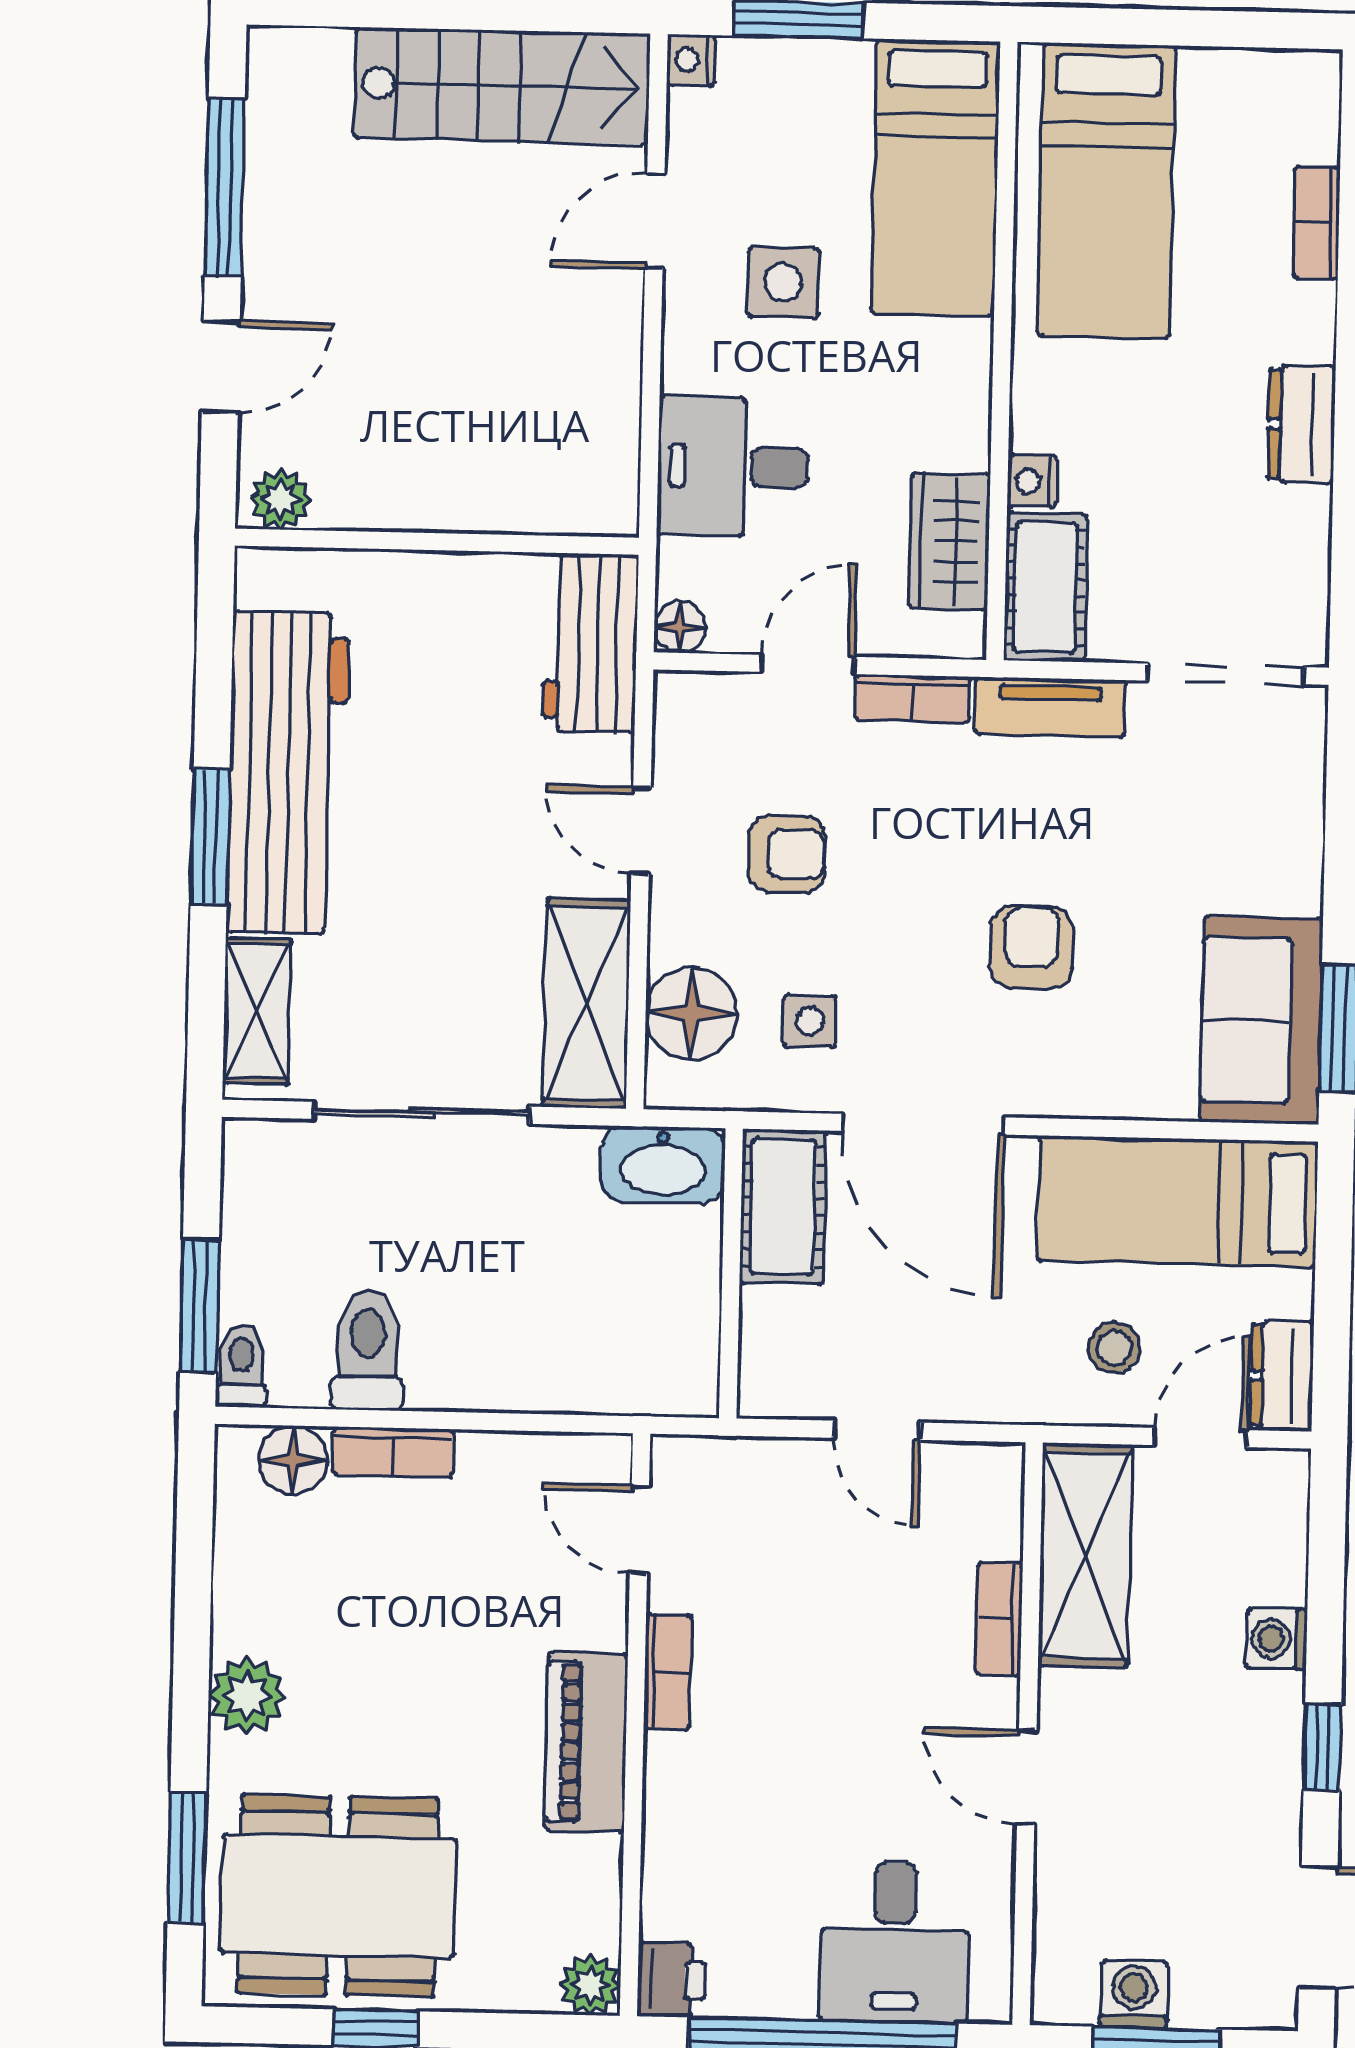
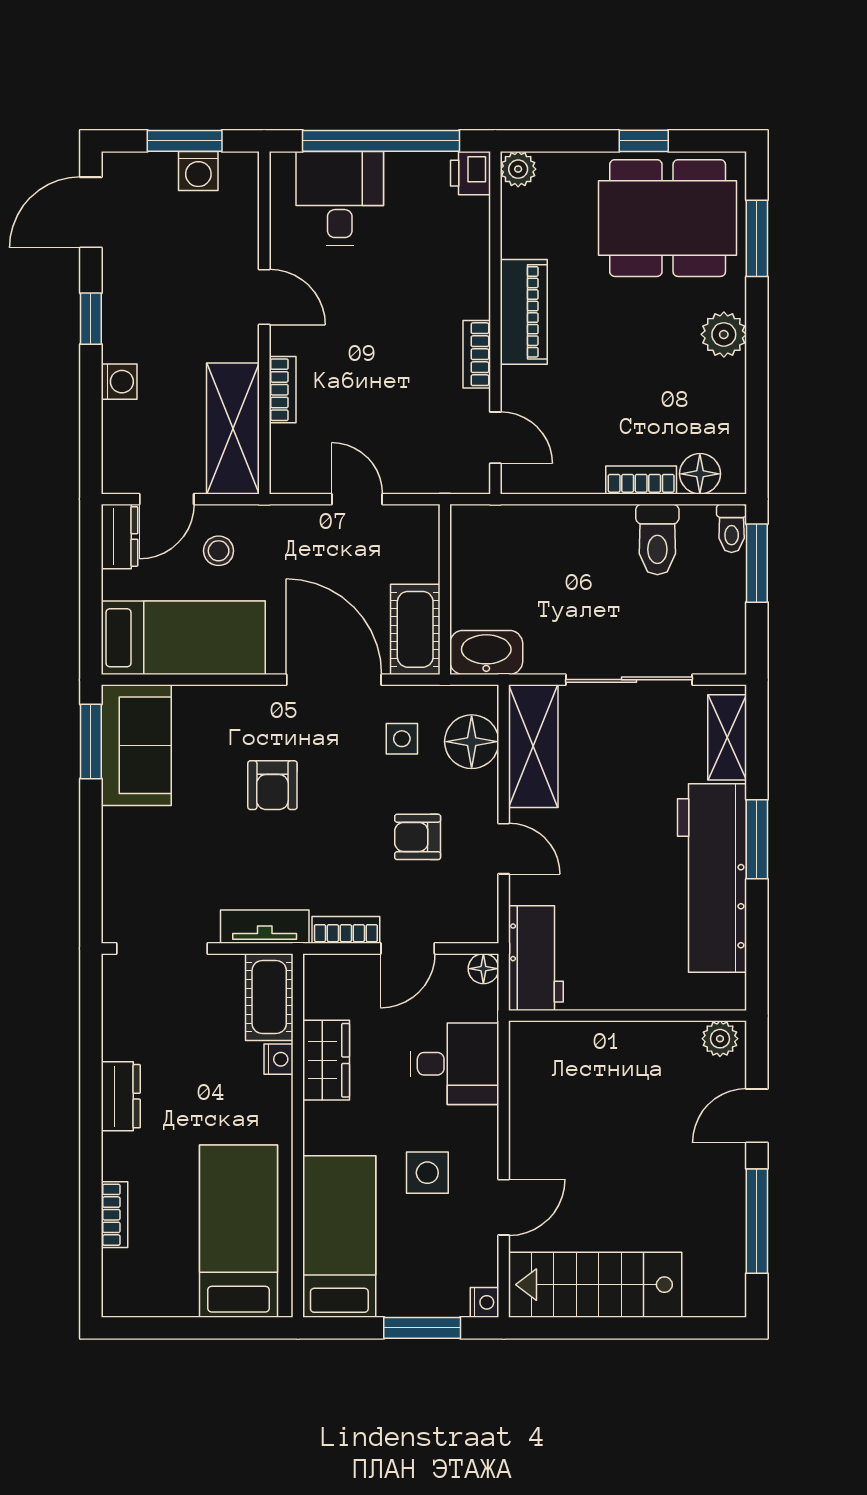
wardrobe: (950, 541) -> (326, 1060), moved

